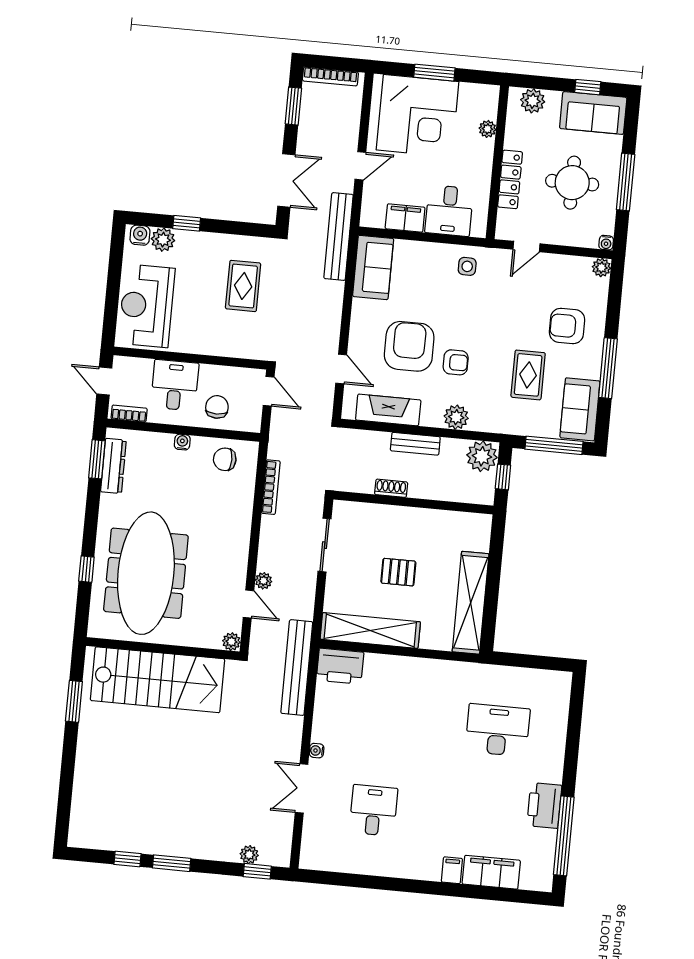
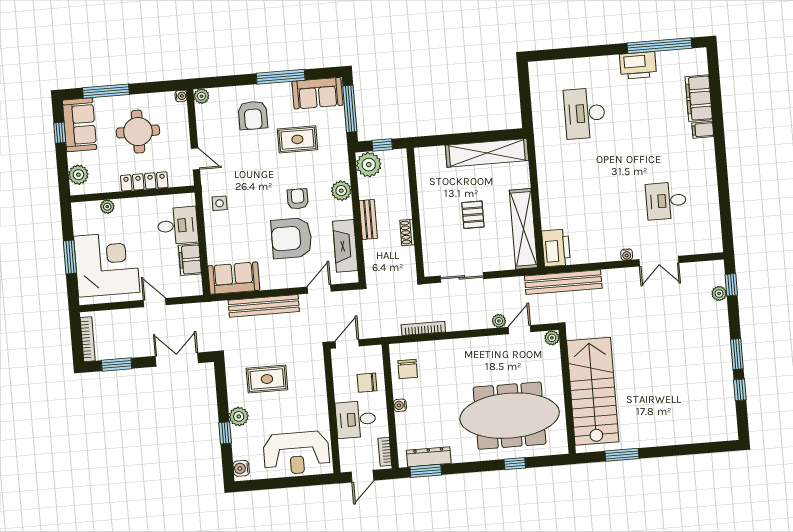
window: (626, 182) -> (106, 91), moved
bench: (339, 237) -> (264, 306), moved
plant: (163, 240) -> (239, 416), moved

